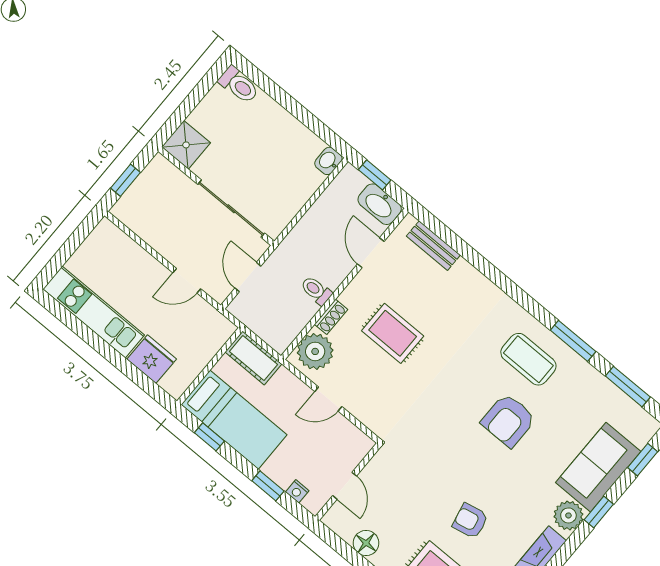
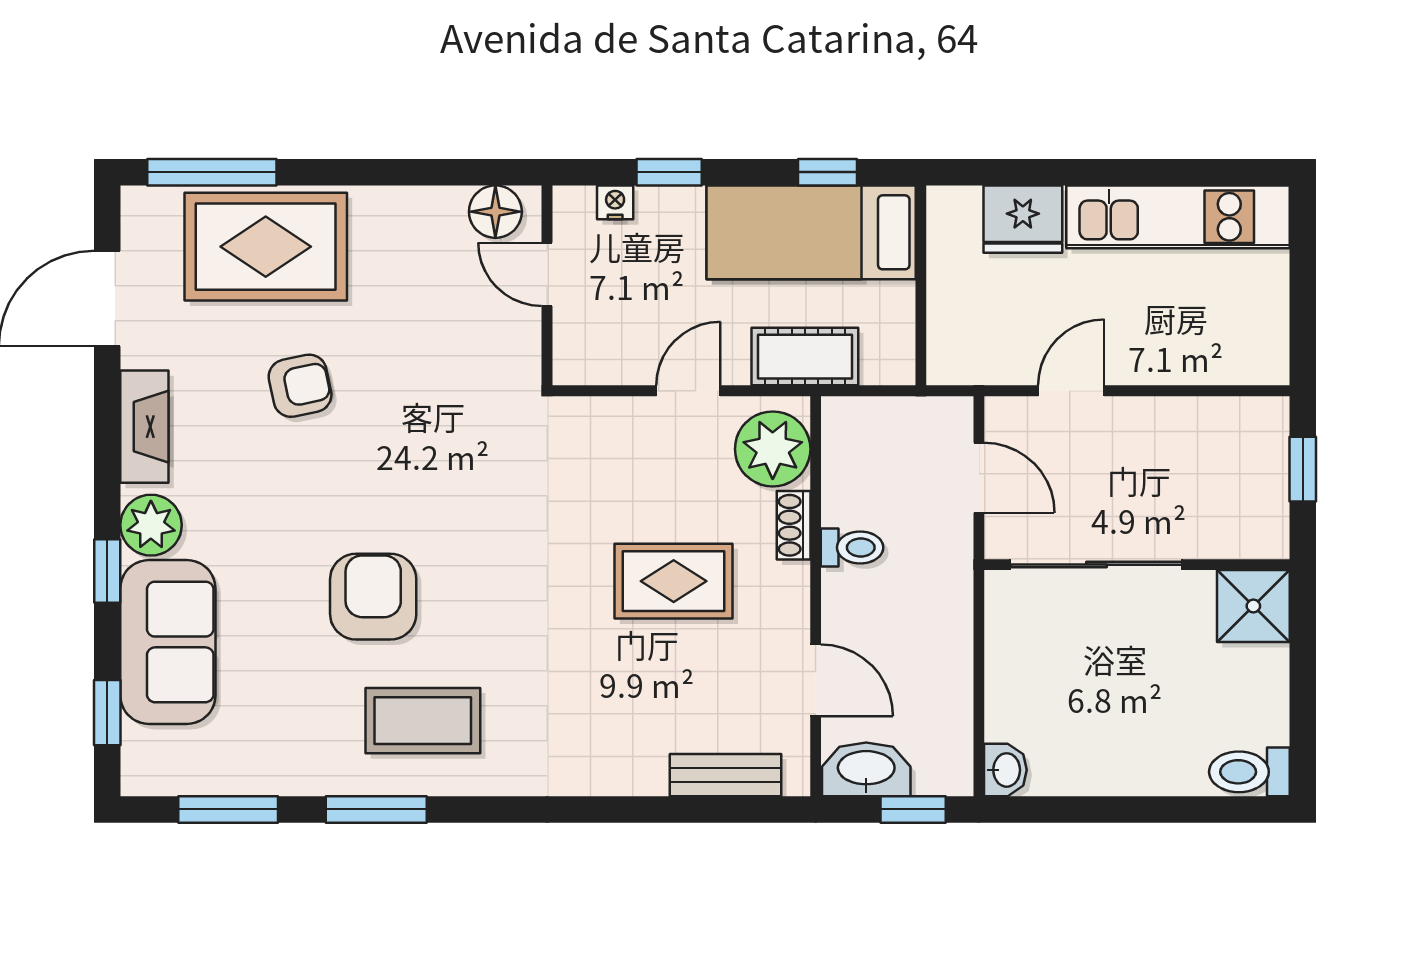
cot: (253, 358) -> (805, 357), moved
floor lamp: (366, 543) -> (495, 212), moved

